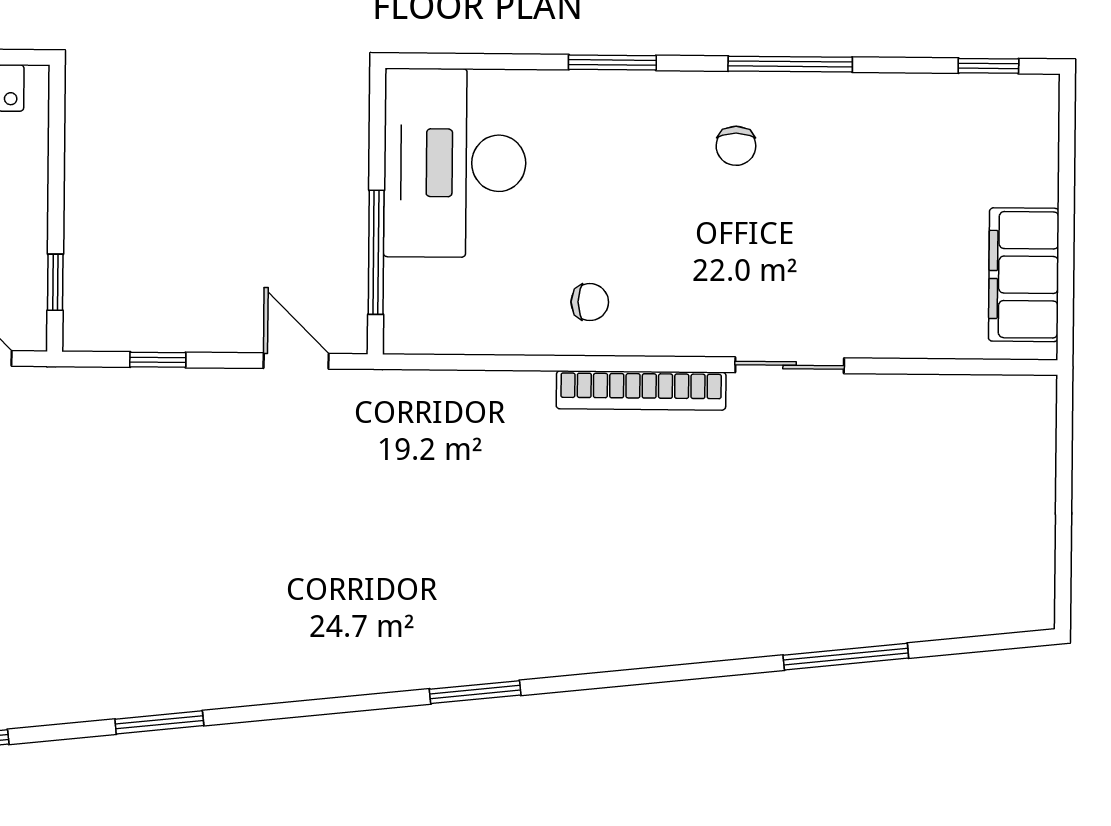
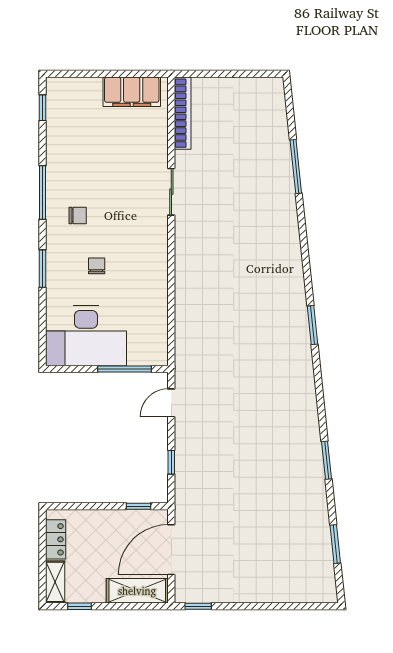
chair: (590, 302) -> (97, 266), moved
bookcase: (641, 390) -> (183, 113), moved

